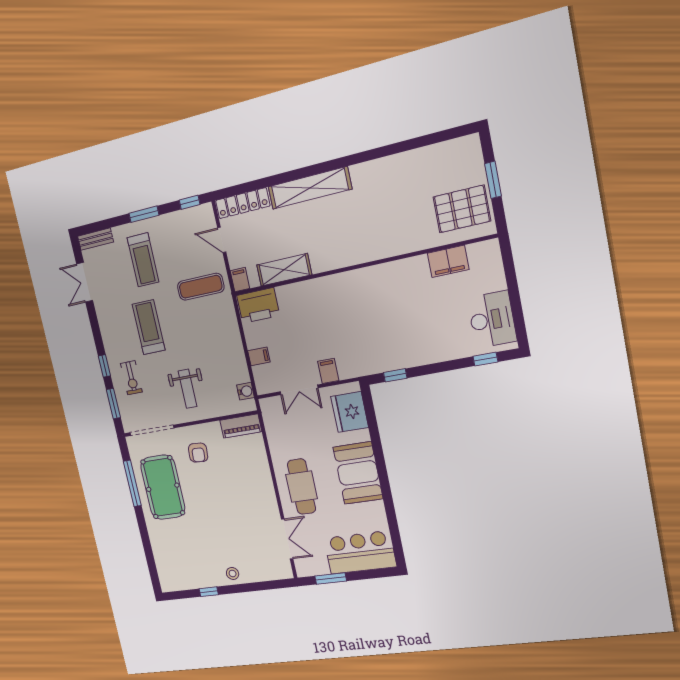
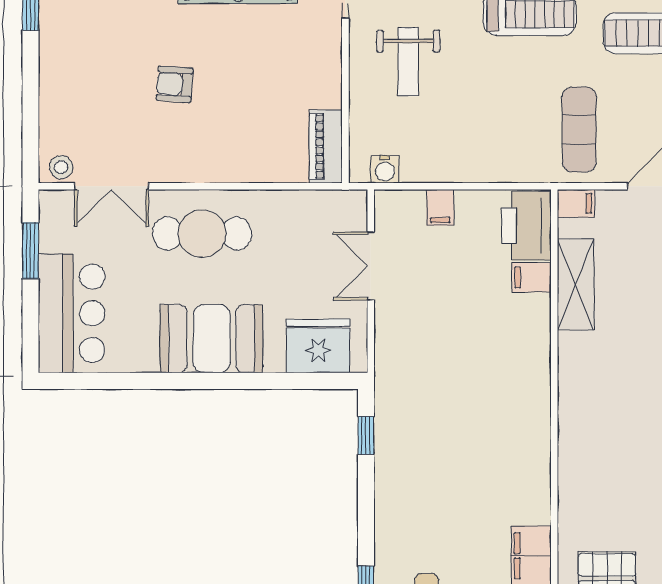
filing cabinet: (328, 371) -> (531, 277), moved, turned 180
weight bench: (187, 389) -> (408, 62), turned -90
armchair: (198, 453) -> (175, 84), moved
stool: (233, 573) -> (61, 167), moved

